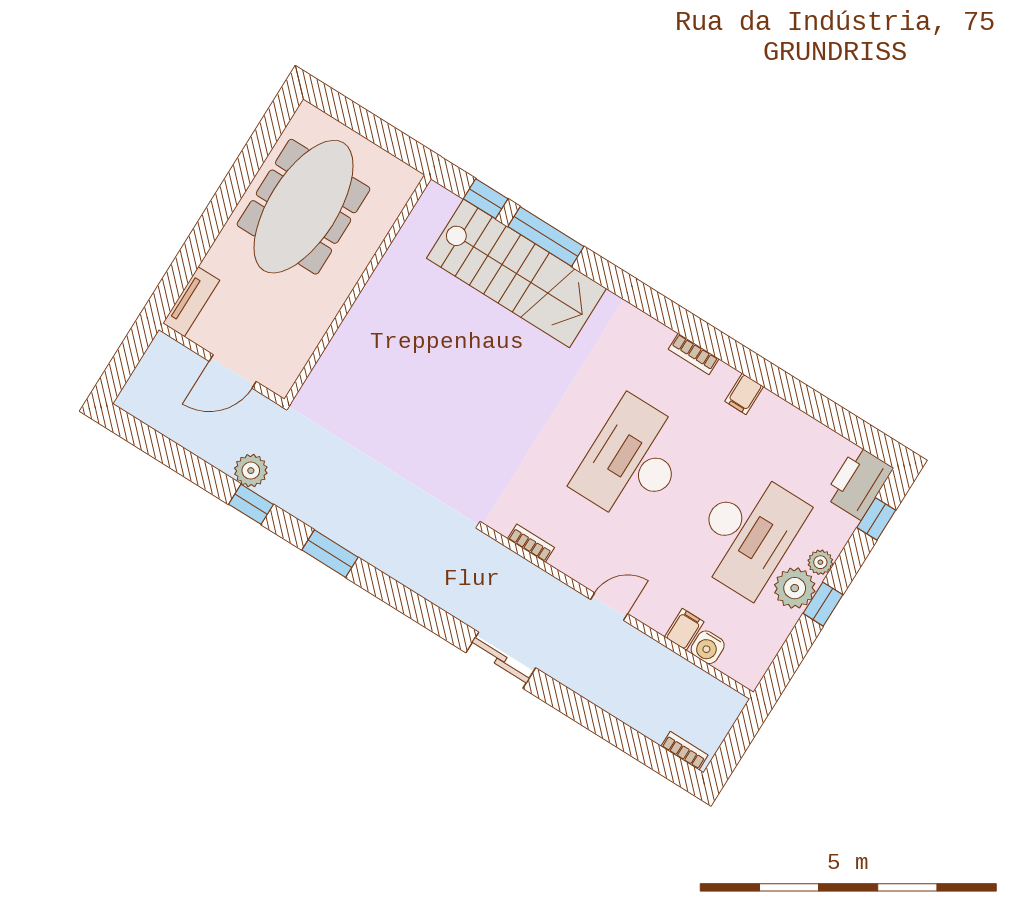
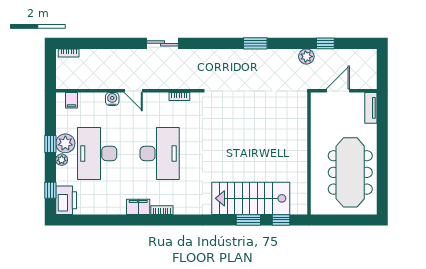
window: (546, 236) -> (248, 220), width x0.69
filing cabinet: (744, 394) -> (138, 207), width x2.00
window: (251, 504) -> (325, 43), moved
door: (609, 607) -> (133, 91), hinge flipped
filing cabinet: (684, 629) -> (71, 100), moved
water cooler: (708, 647) -> (112, 99), moved

